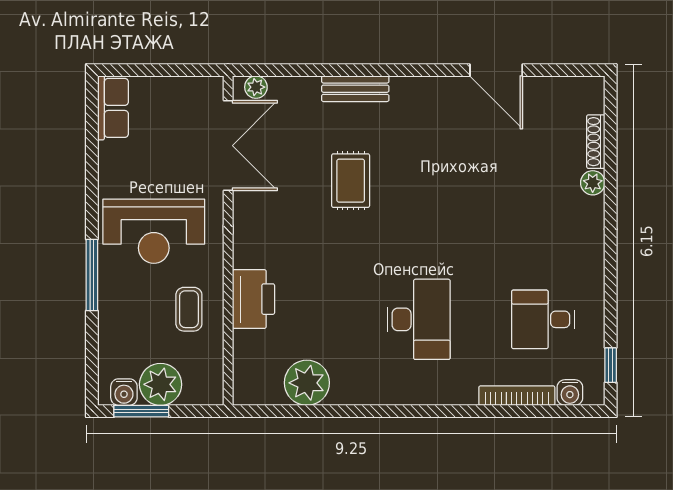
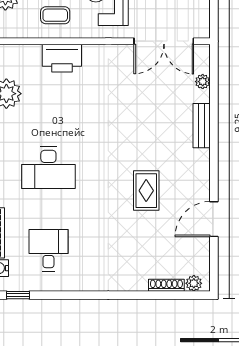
plant: (256, 87) -> (203, 82), moved
rug: (351, 181) -> (146, 191), moved, turned 90
plant: (593, 183) -> (194, 283), moved

